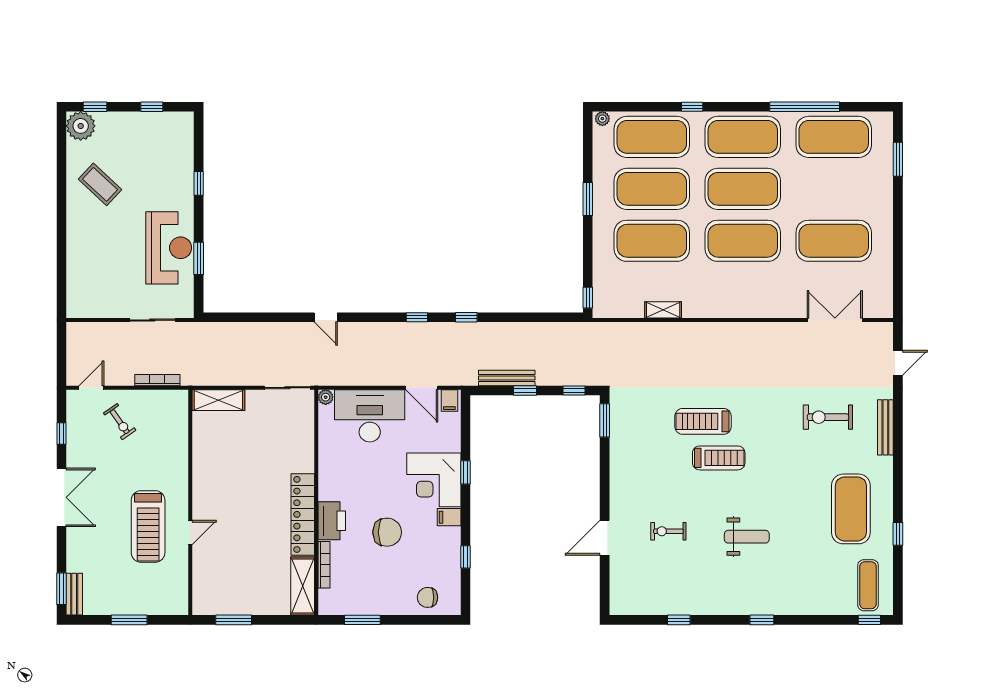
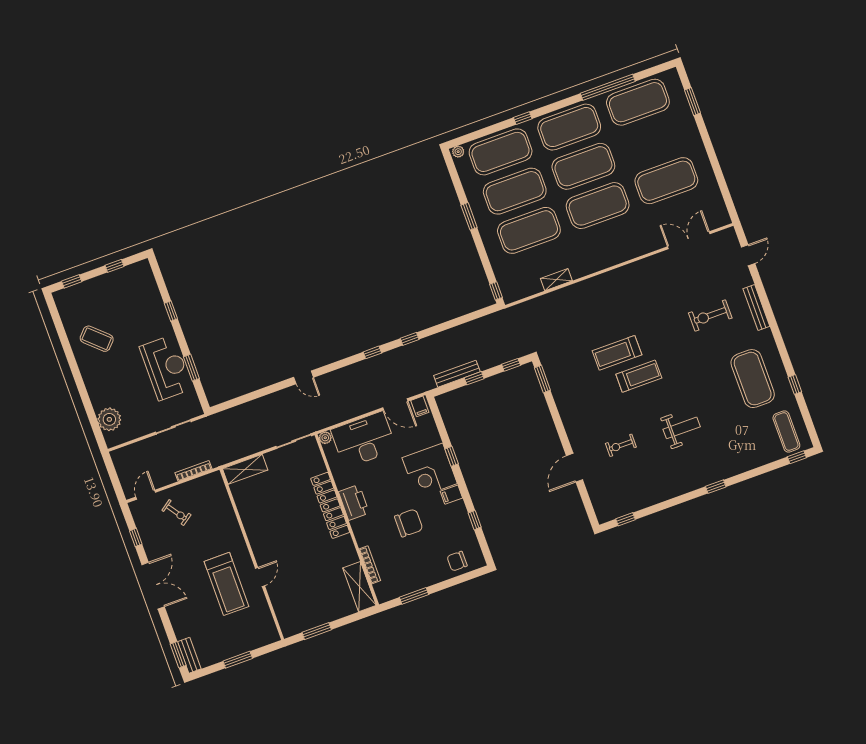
plant: (81, 126) -> (109, 419), moved
locker: (303, 514) -> (330, 505), moved
printer: (332, 521) -> (354, 502), moved
window: (679, 620) -> (626, 519), moved

